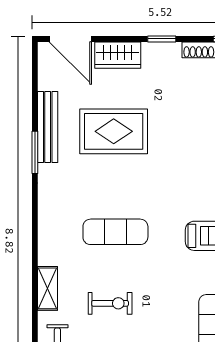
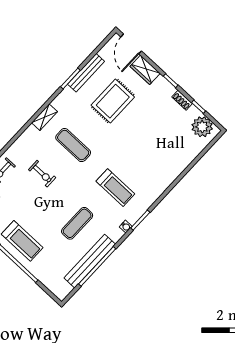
rug: (114, 131) -> (113, 101), turned 90
shelving: (48, 288) -> (45, 117), moved

